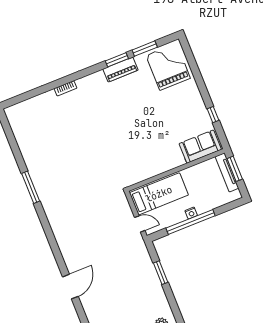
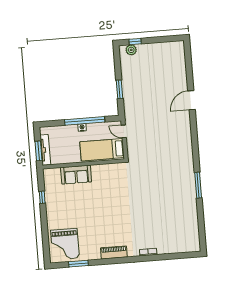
window: (117, 60) -> (102, 262), removed
piano: (120, 70) -> (114, 252), moved
sofa: (200, 147) -> (76, 175), moved

